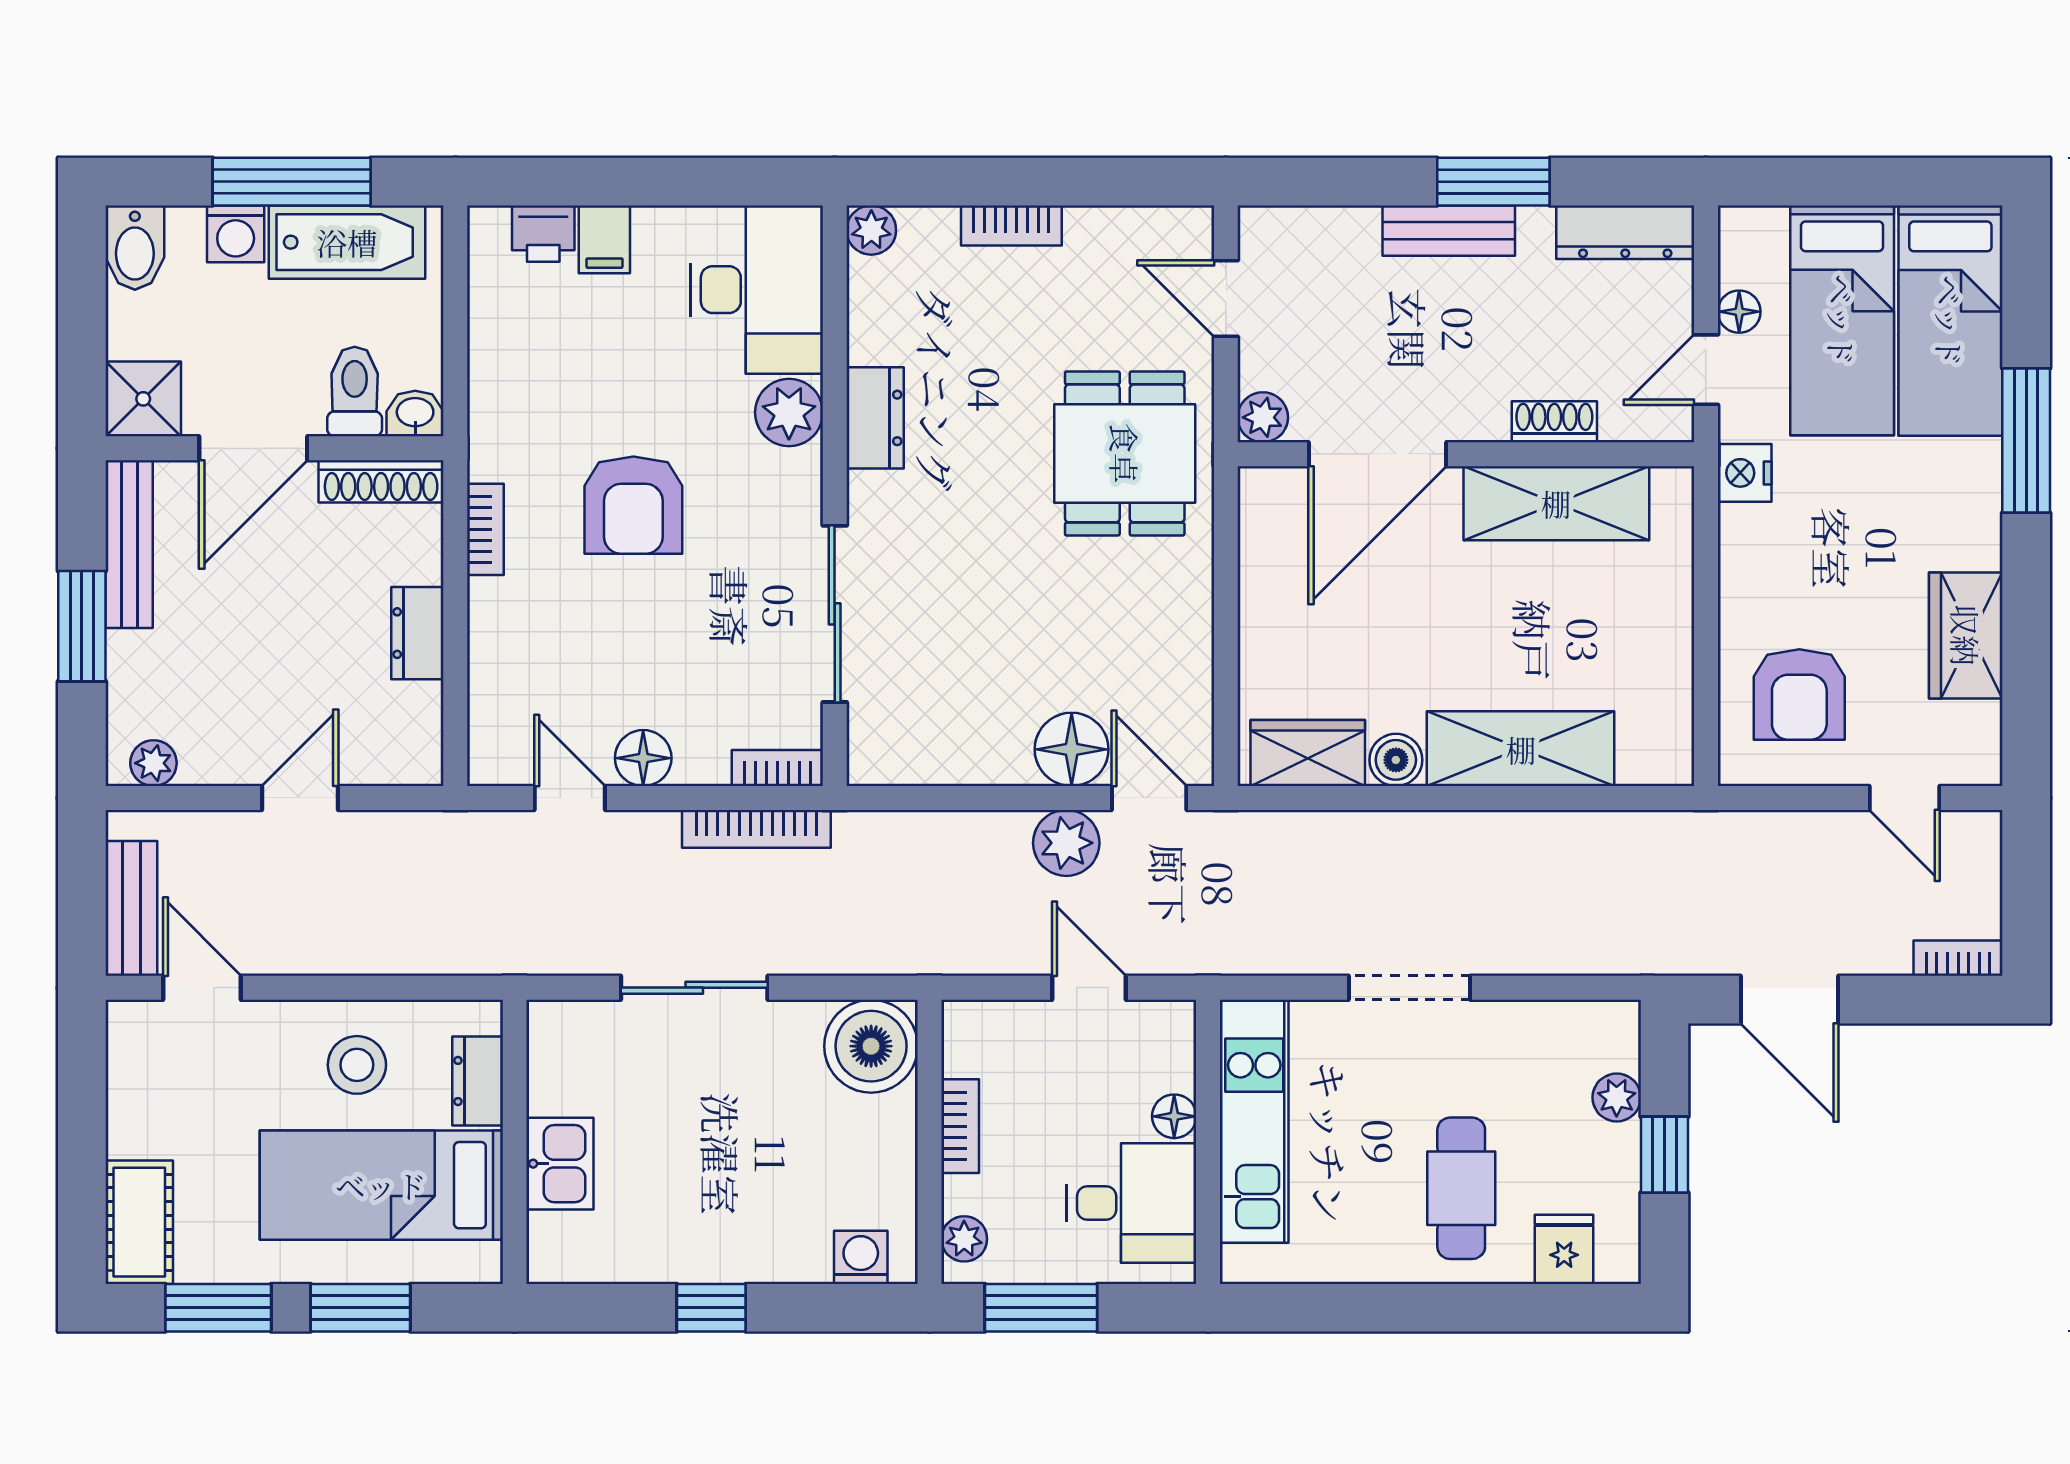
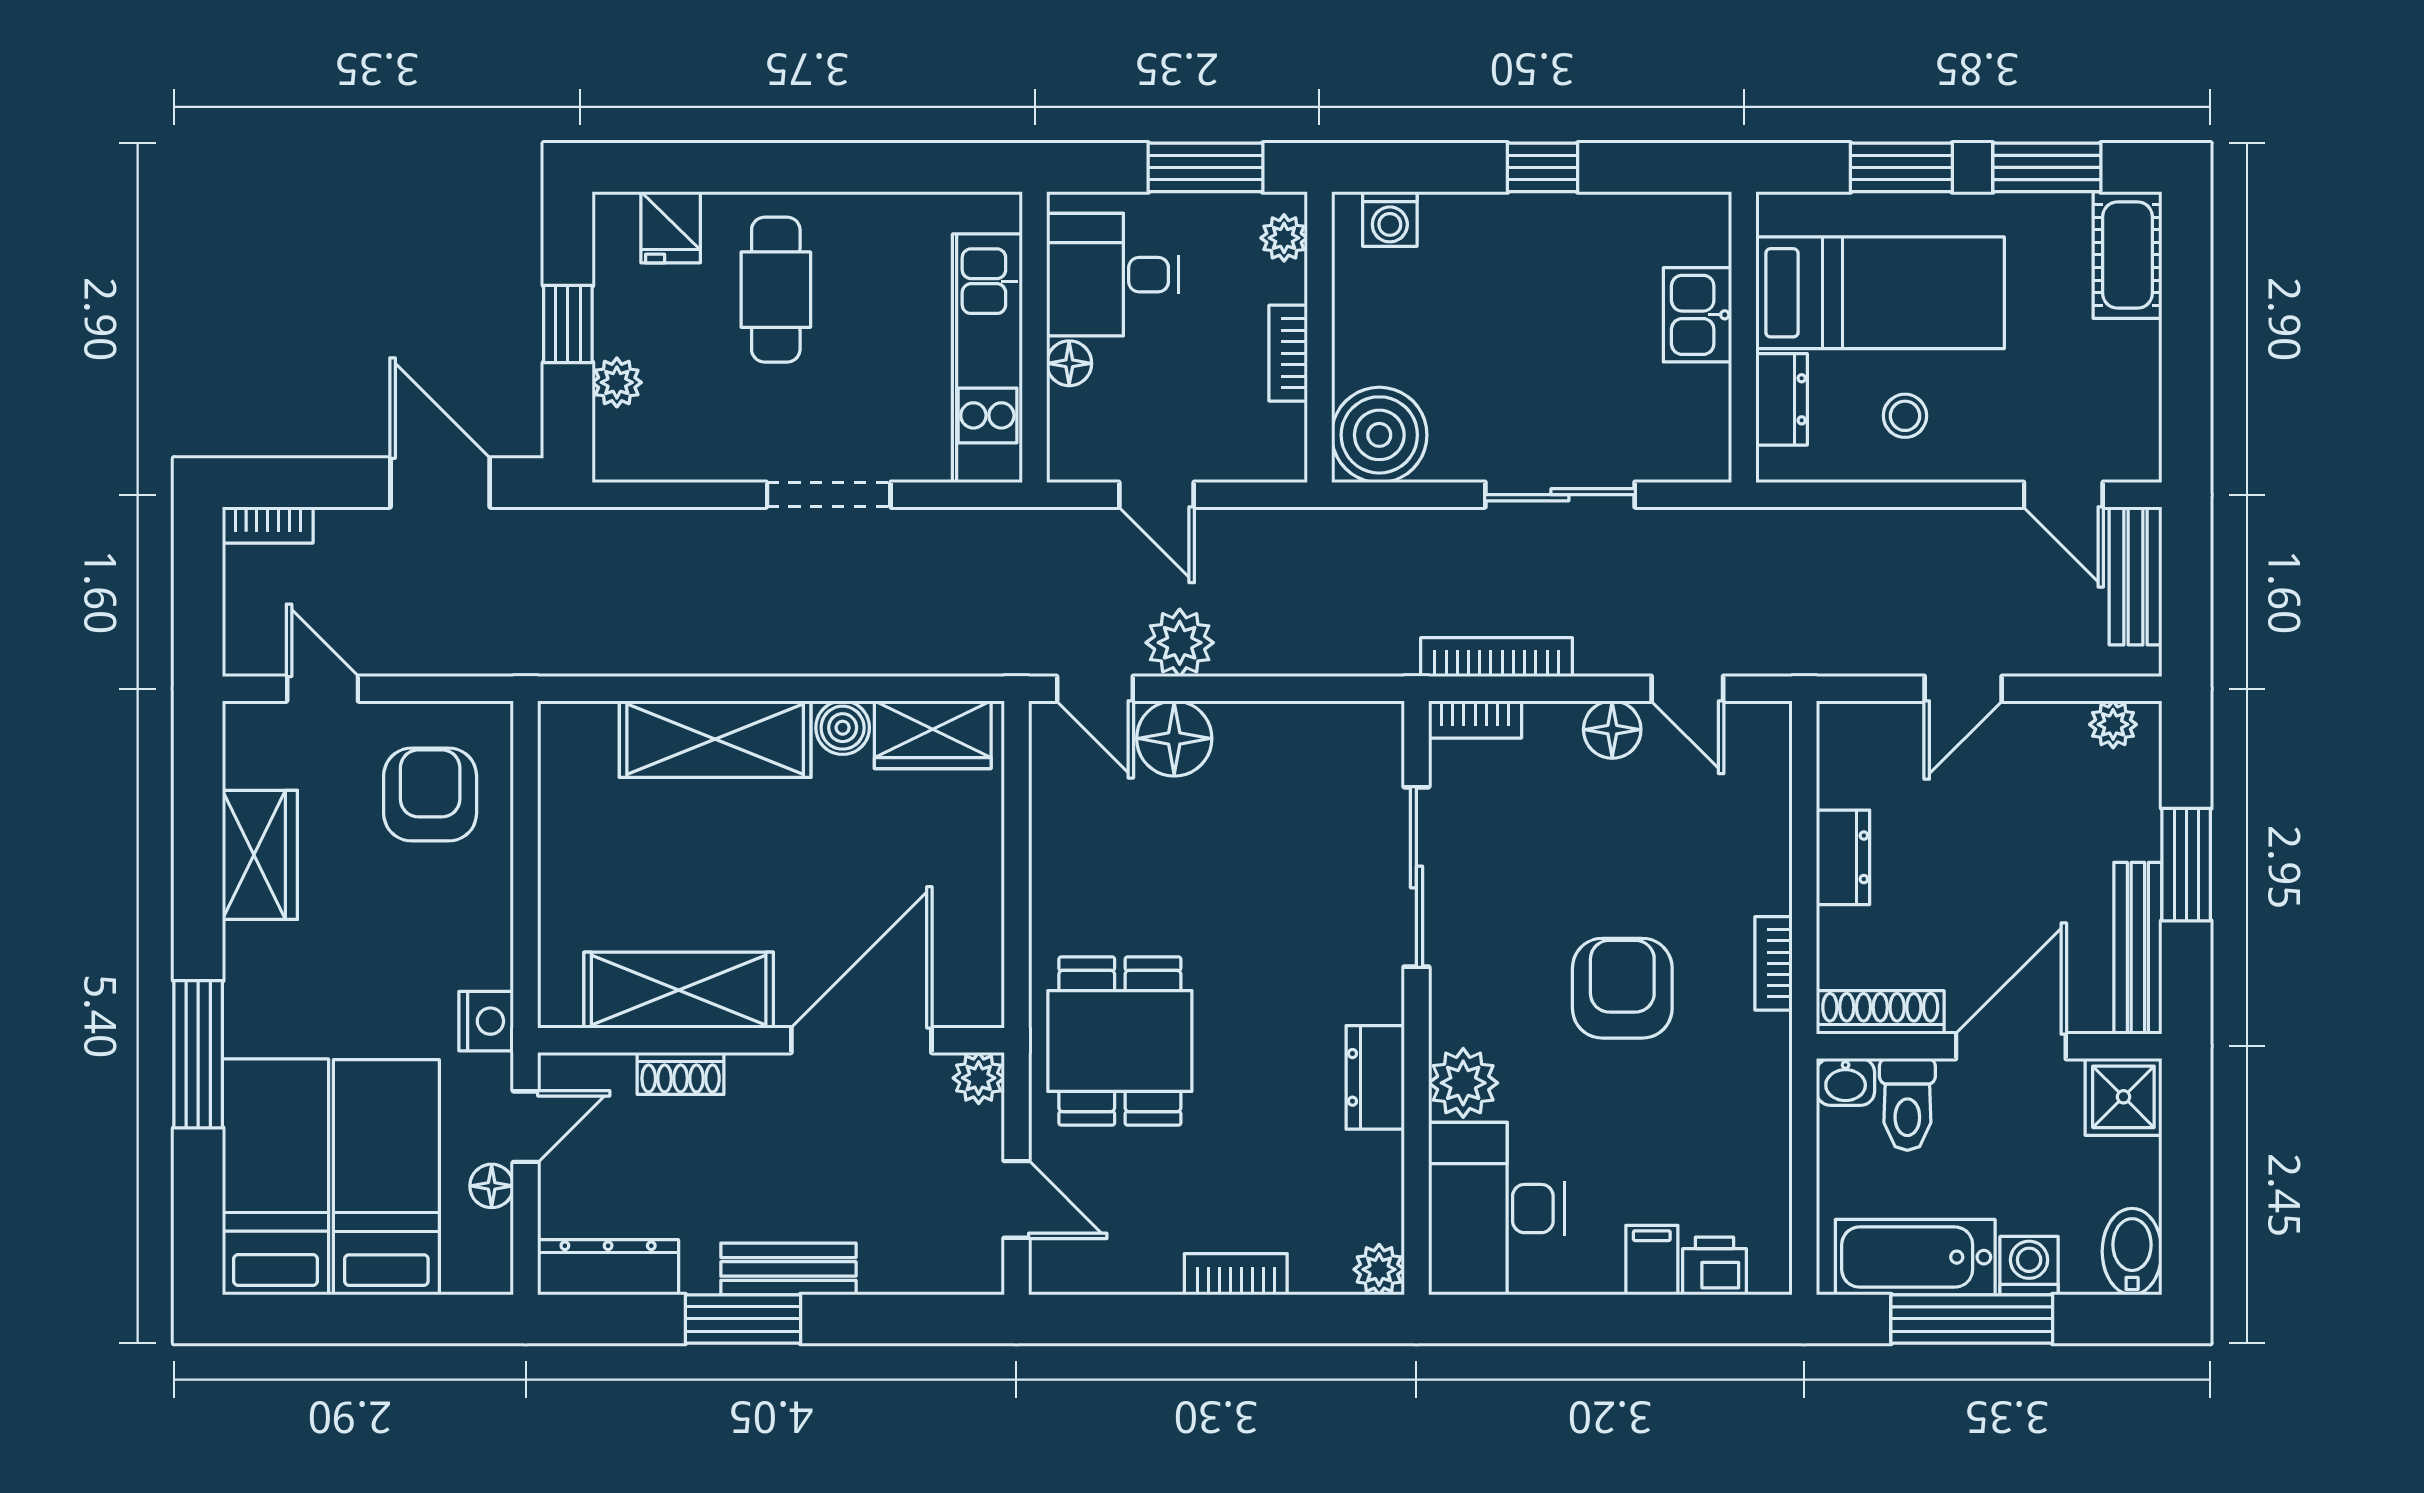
stool: (357, 1065) -> (1905, 416), width x0.73, depth x0.73

